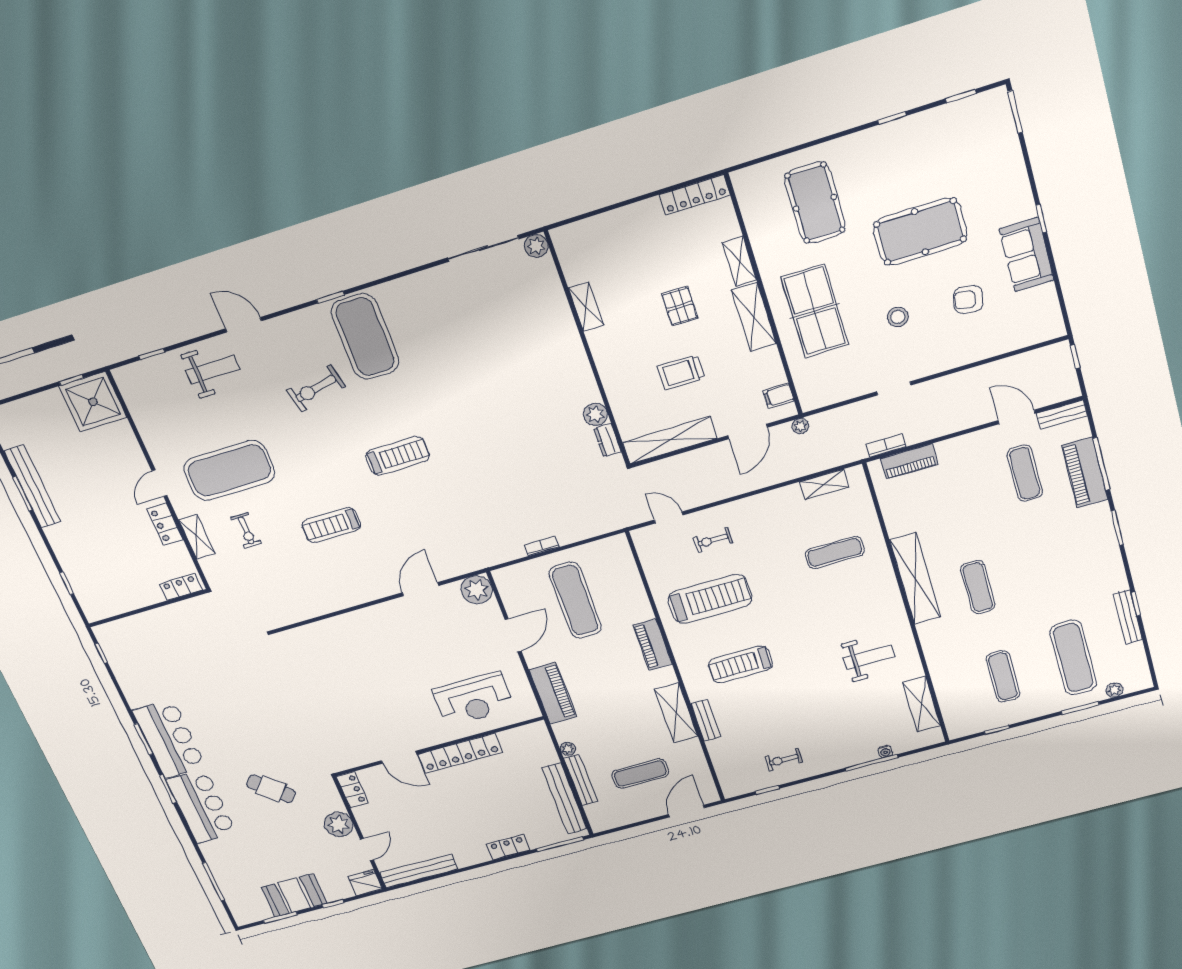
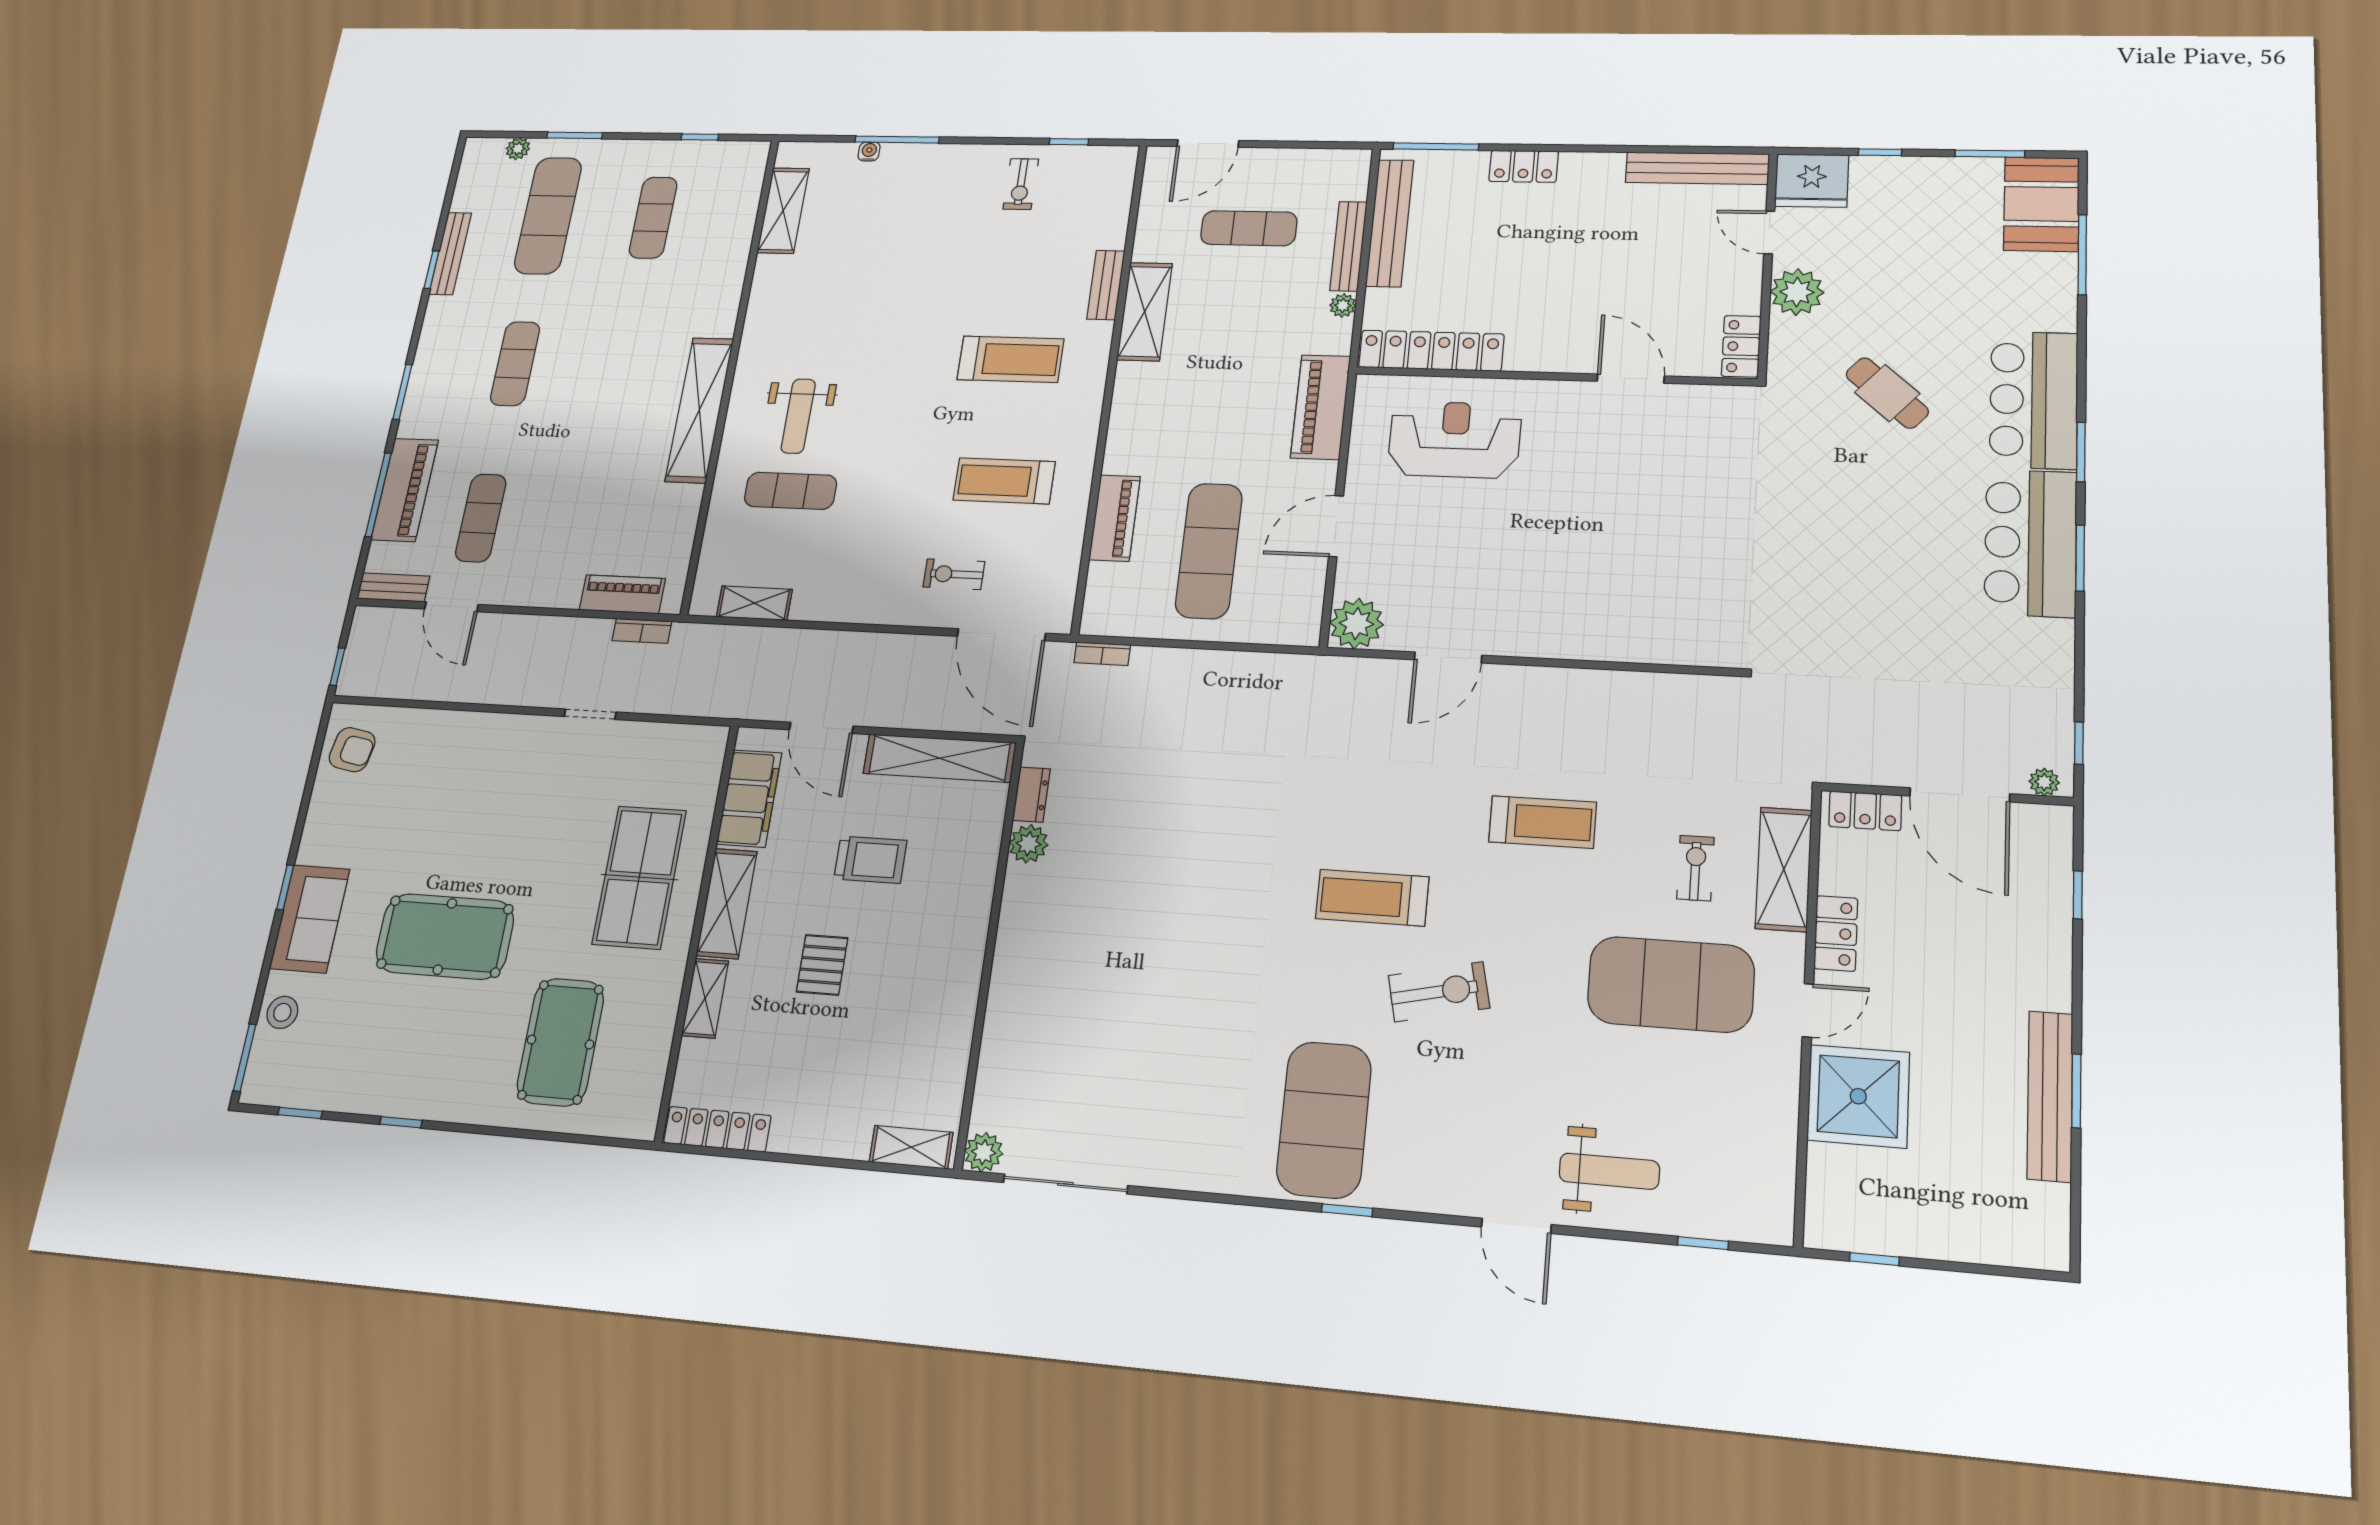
sofa: (1027, 255) -> (310, 919), moved
armchair: (968, 299) -> (352, 750), moved
shelving: (586, 307) -> (911, 1147), moved, turned 90
stool: (898, 317) -> (282, 1012), moved
weight bench: (213, 370) -> (1609, 1171), turned 180
exercise bike: (316, 388) -> (1439, 992), moved
filing cabinet: (778, 396) -> (749, 798), width x3.00, depth x1.17
shower: (93, 402) -> (1858, 1096), moved
plant: (800, 426) -> (2044, 782), moved
door: (748, 432) -> (821, 728), swing flipped
door: (669, 517) -> (1001, 635), width x1.87
shelving: (197, 537) -> (1784, 869), width x1.50, depth x1.33
exercise bike: (713, 540) -> (954, 574), turned 180
bookcase: (542, 546) -> (1102, 654), moved
exercise mat: (978, 587) -> (515, 364), moved
treadmill: (710, 599) -> (1004, 481), width x0.73, depth x0.73
door: (142, 610) -> (1960, 795), added
piano: (653, 645) -> (1115, 518), moved
weight bench: (869, 657) -> (798, 416), moved, turned -90
locker: (460, 753) -> (1431, 351), moved
exercise bike: (784, 760) -> (1021, 184), turned 90
door: (367, 850) -> (1769, 232), hinge flipped
fridge: (365, 883) -> (1812, 181), width x1.36, depth x1.34
booth: (294, 895) -> (2041, 204), moved, turned 90

